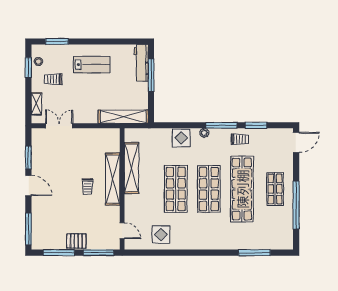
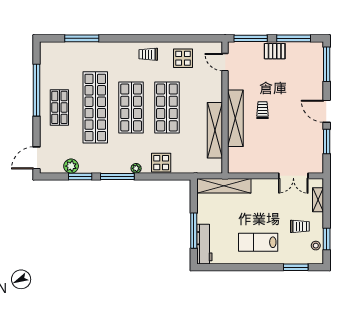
plant: (264, 135) -> (71, 166), added
trolley: (240, 139) -> (148, 54), moved

